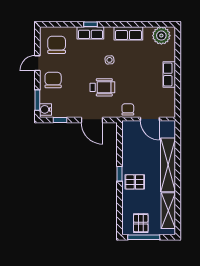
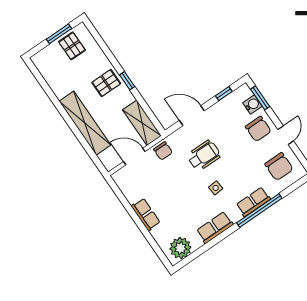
window: (90, 24) -> (259, 210), width x3.17
wheelchair: (102, 87) -> (204, 156), turned 180
water cooler: (46, 109) -> (252, 104), moved
shelving: (168, 211) -> (142, 123), moved
window: (144, 237) -> (59, 34), width x0.69

